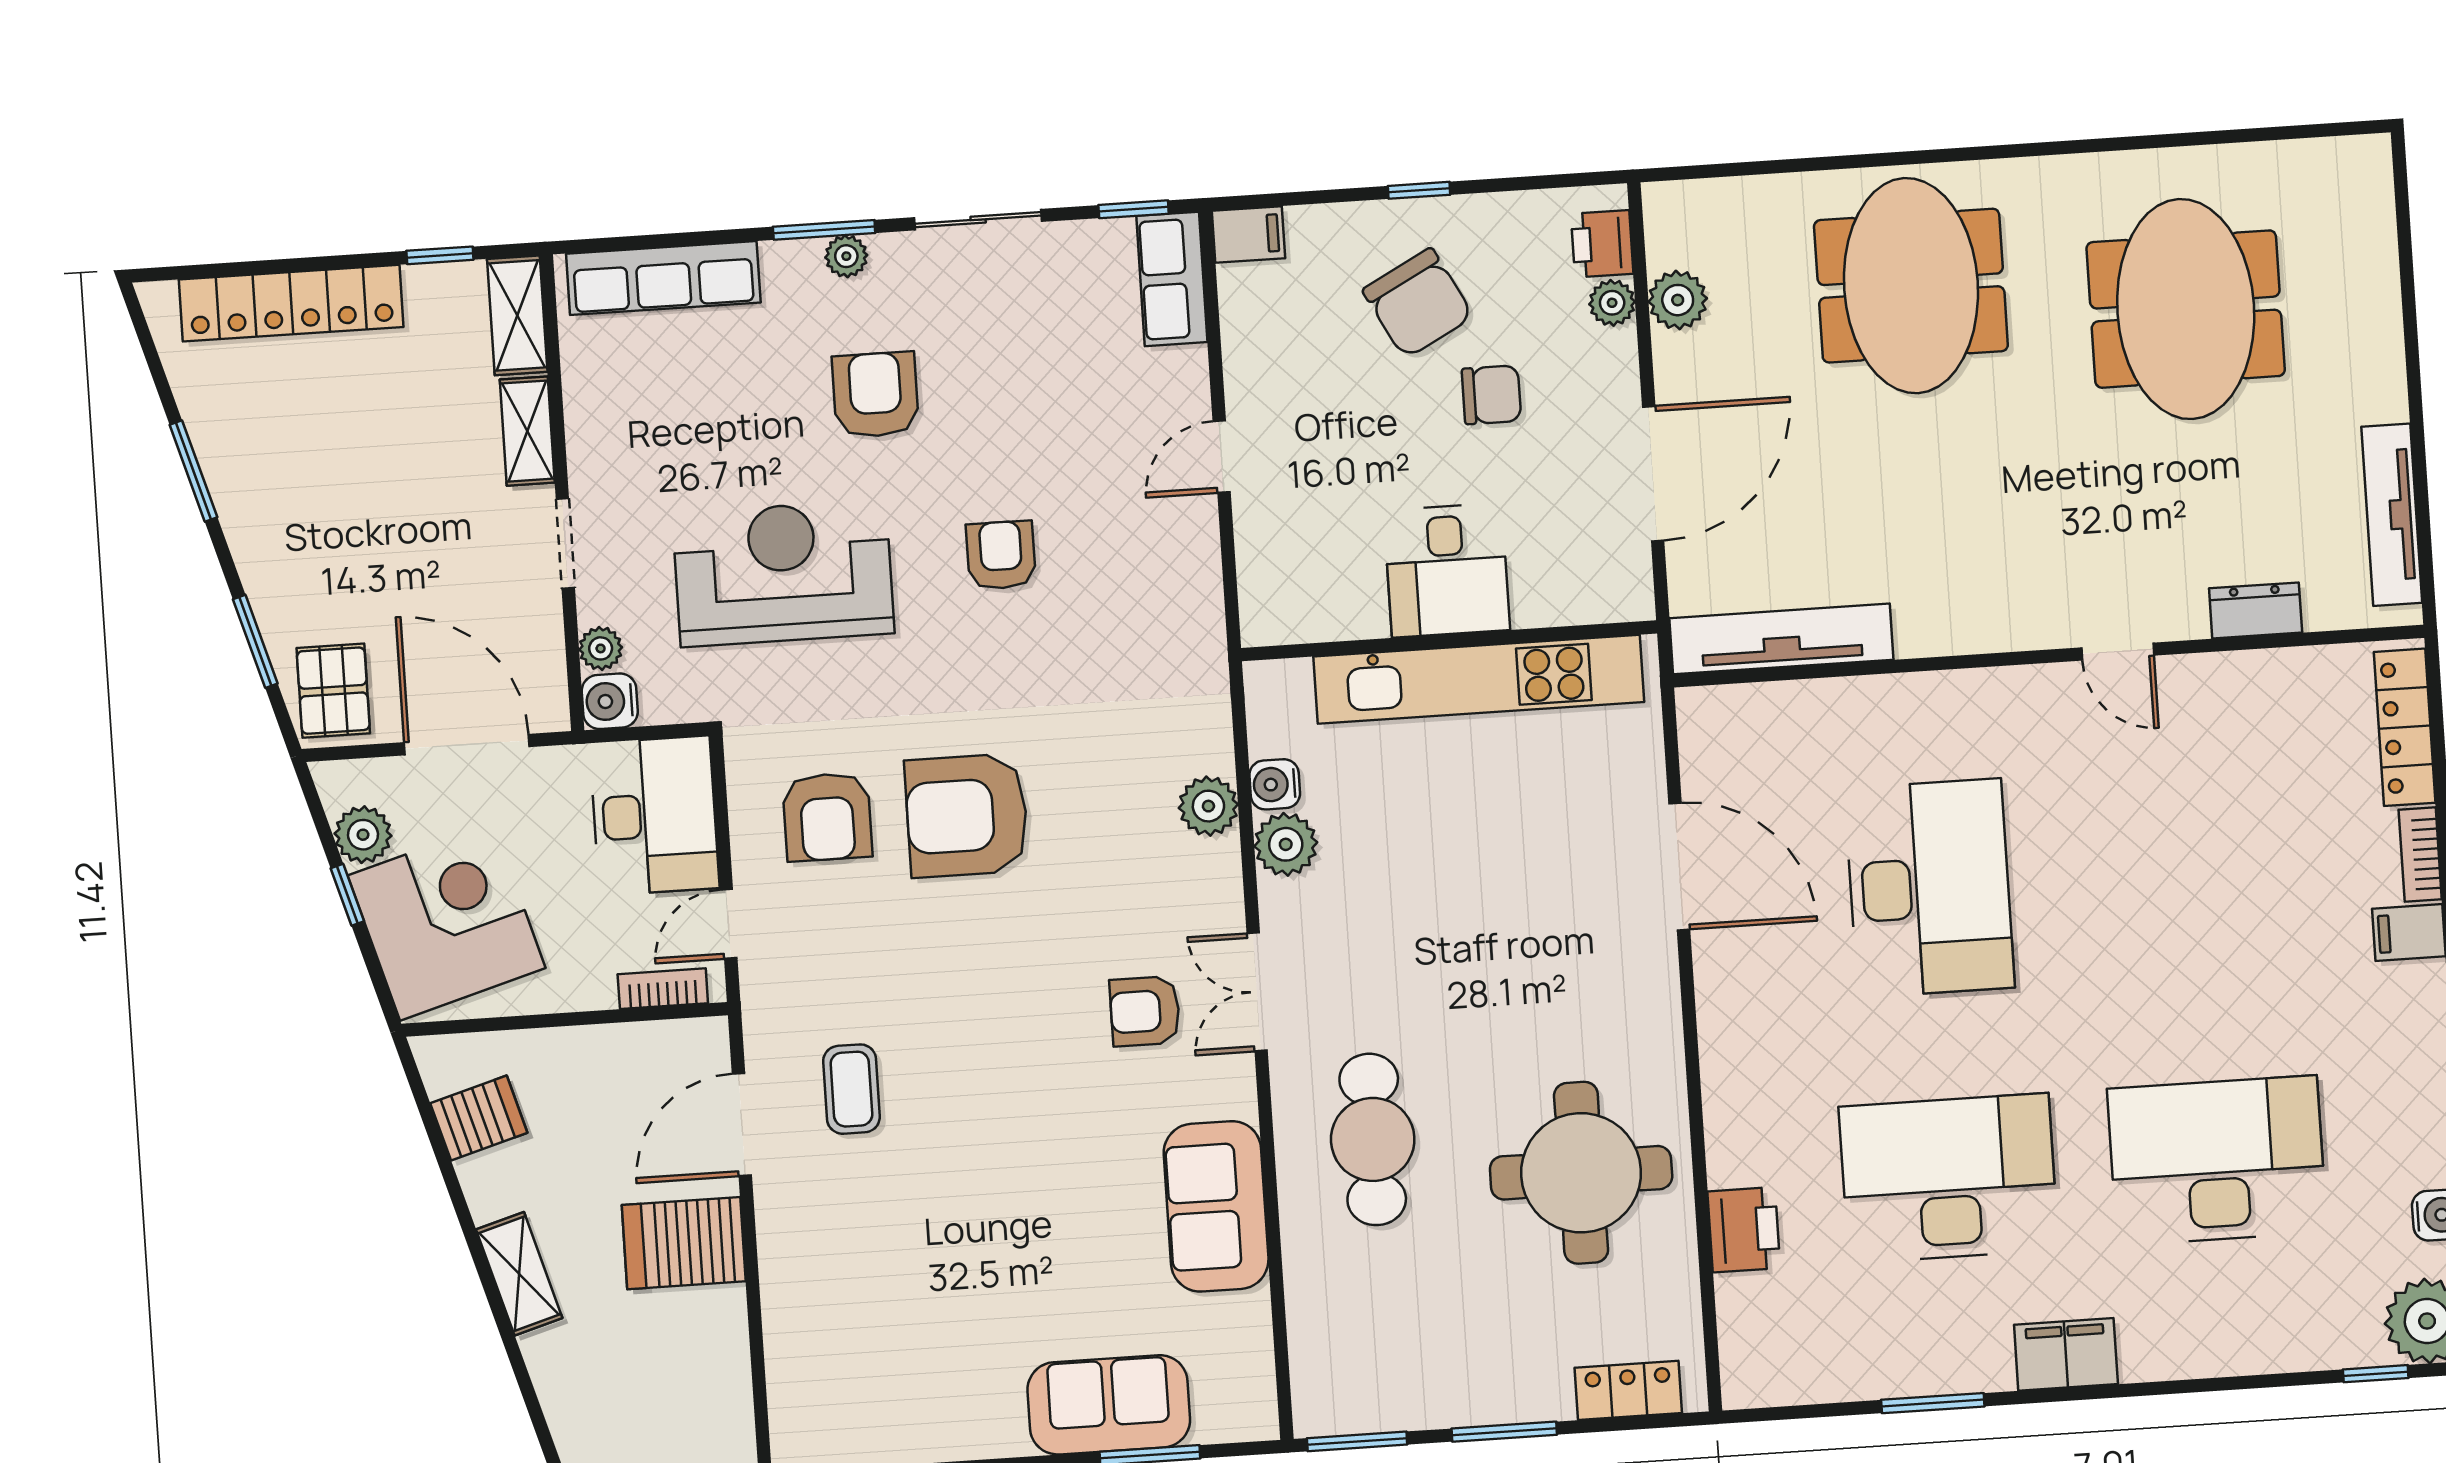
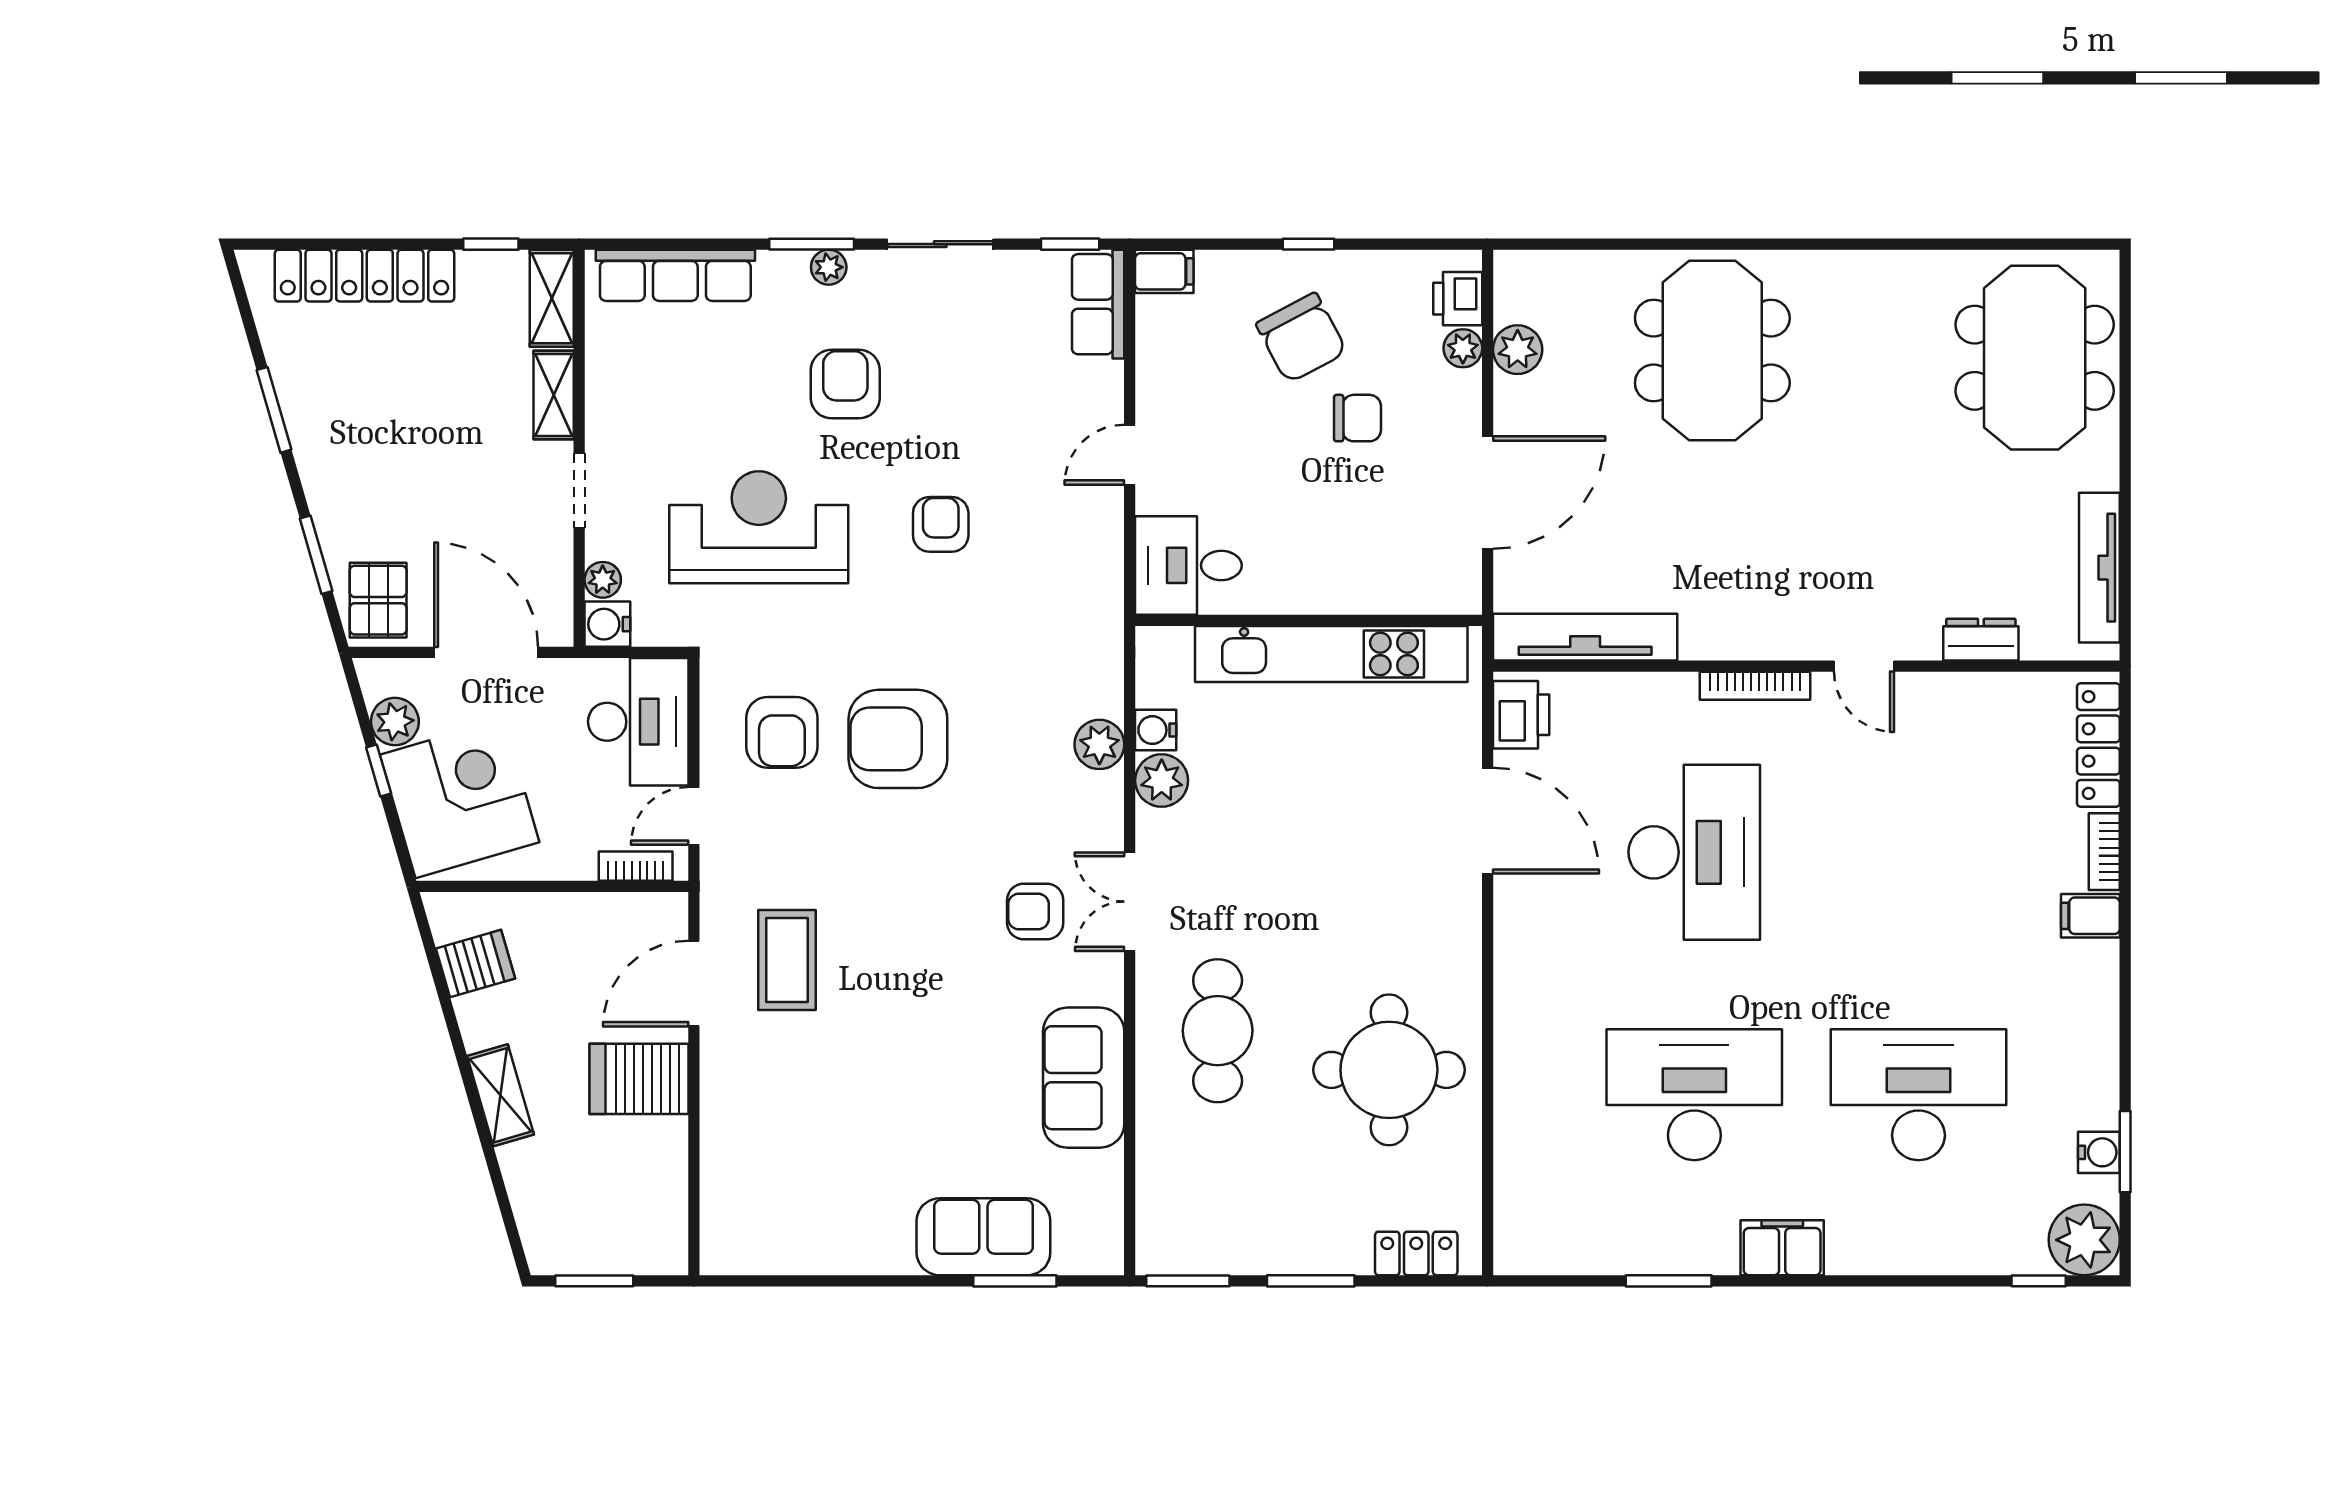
meeting table: (2186, 309) -> (2035, 358), moved
desk: (1447, 570) -> (1188, 565), moved, turned 90
bookcase: (1989, 684) -> (1755, 686), added
coffee table: (851, 1089) -> (787, 960), width x1.36, depth x1.30
printer: (1744, 1230) -> (1521, 715), moved

